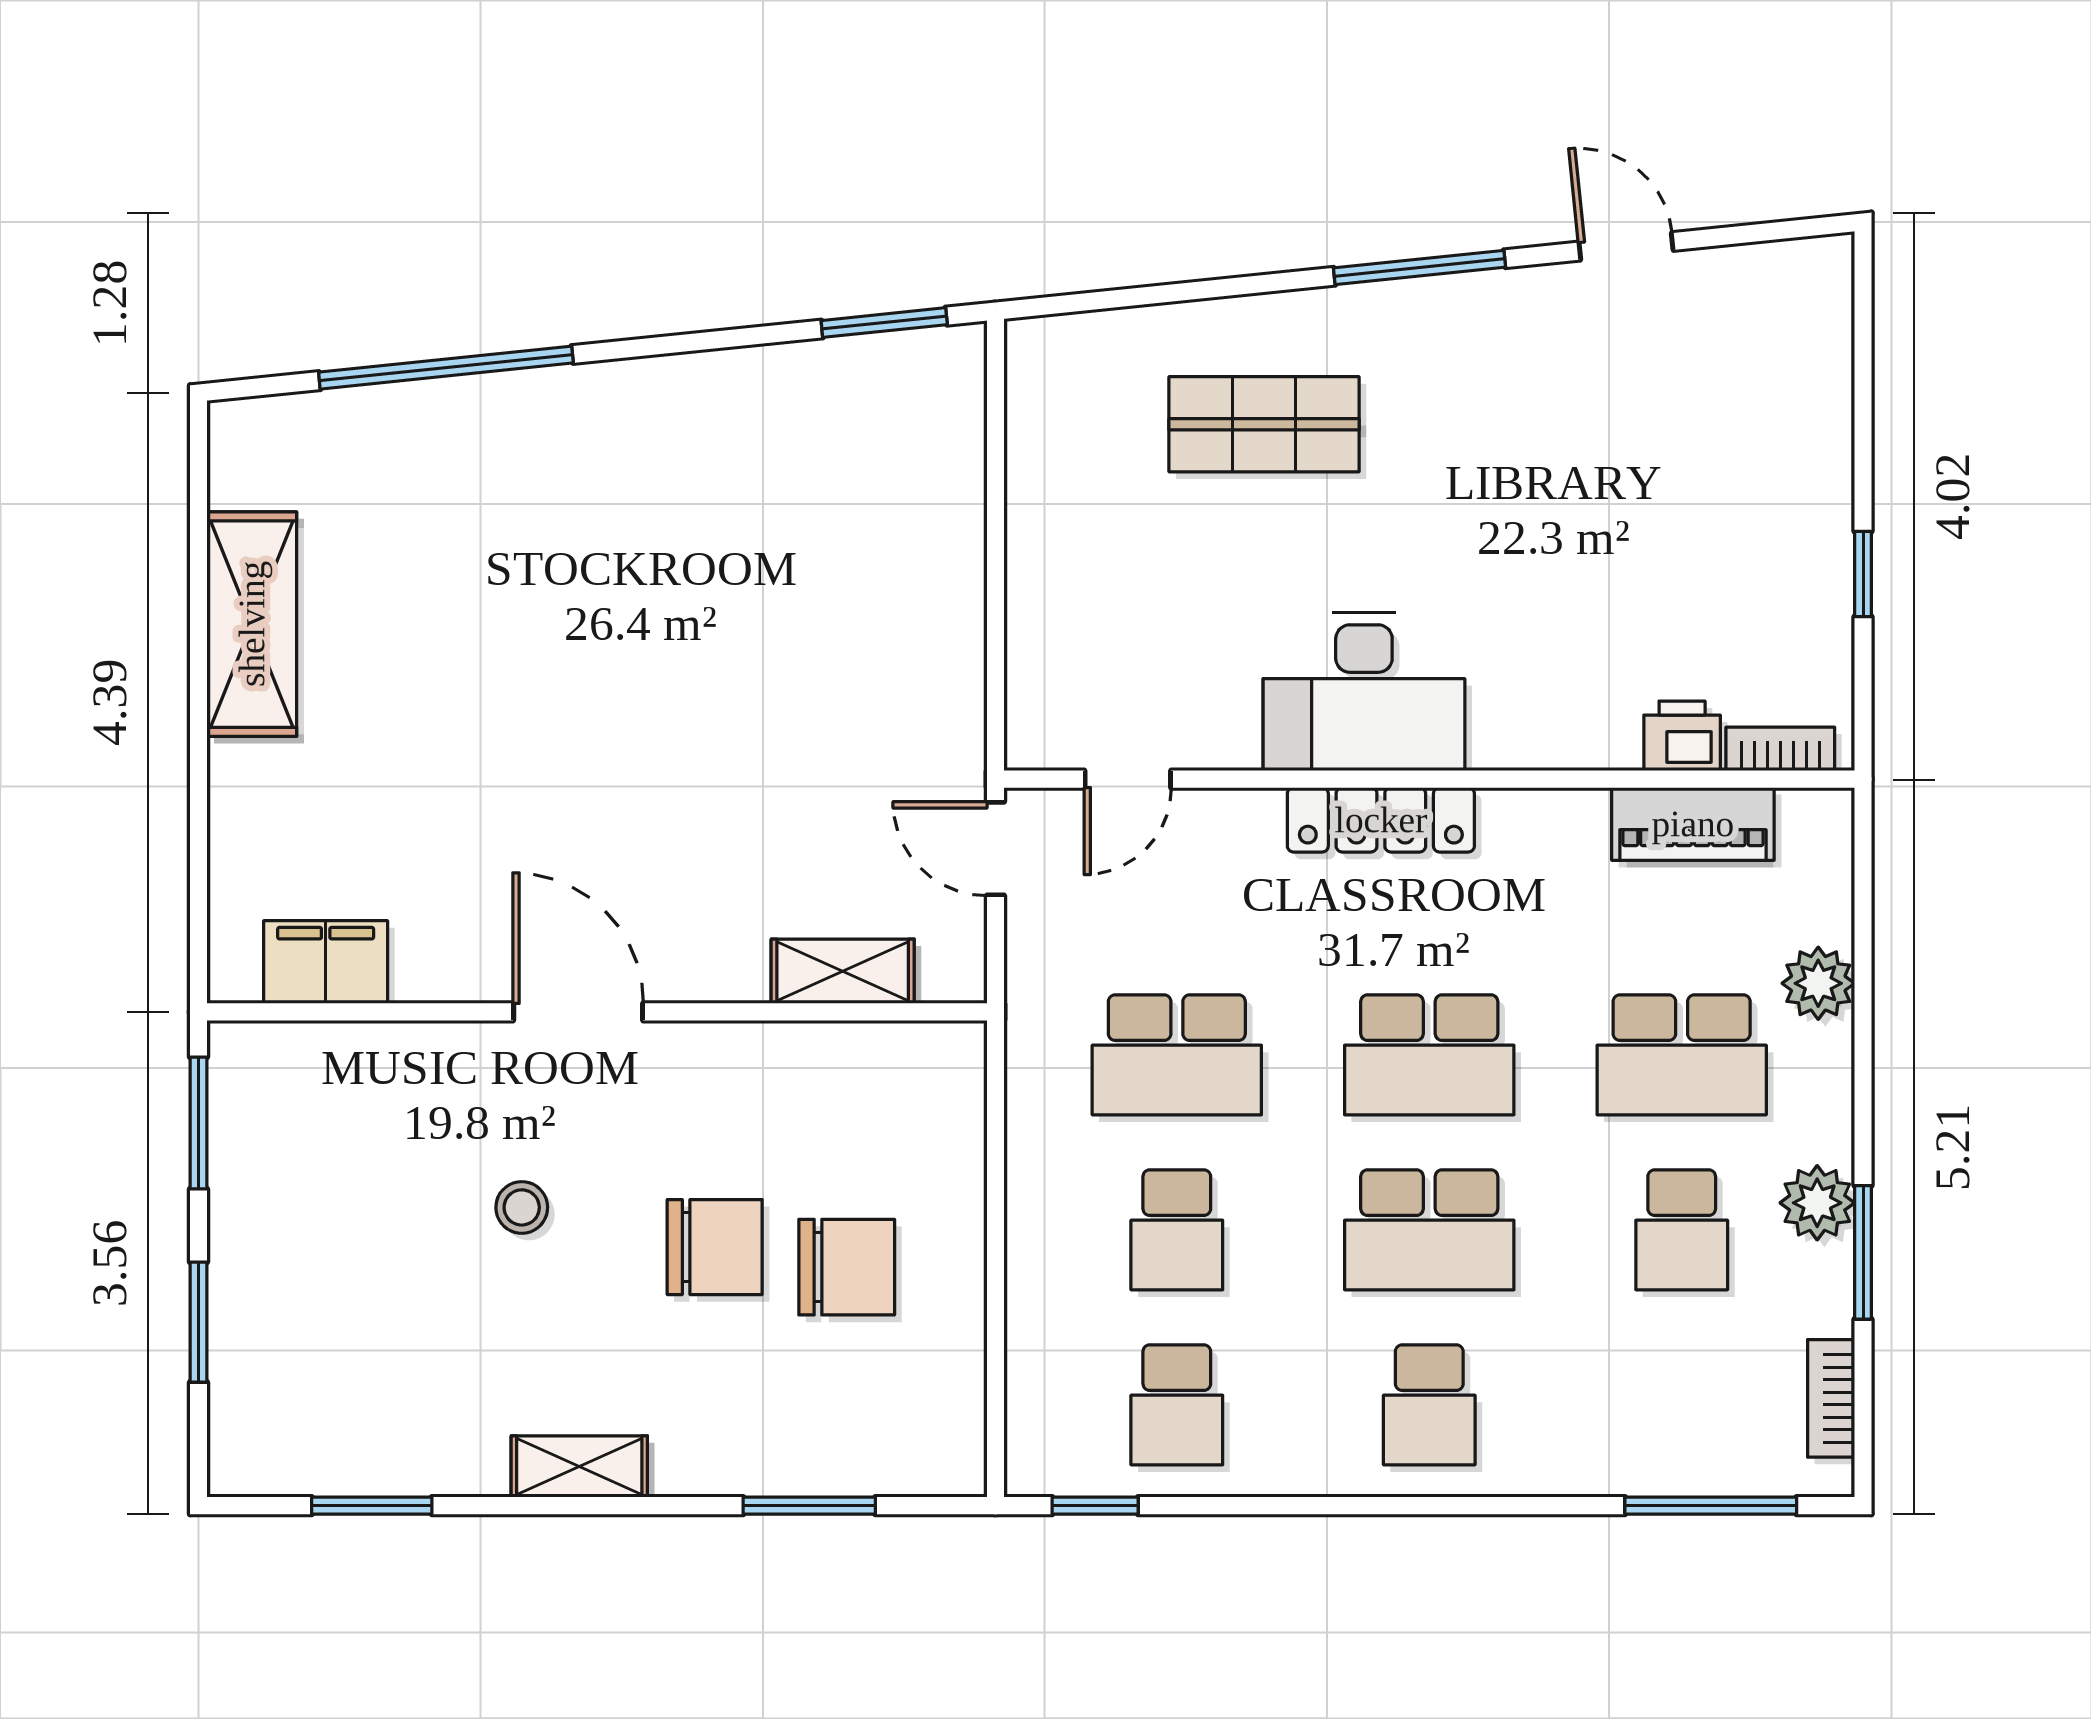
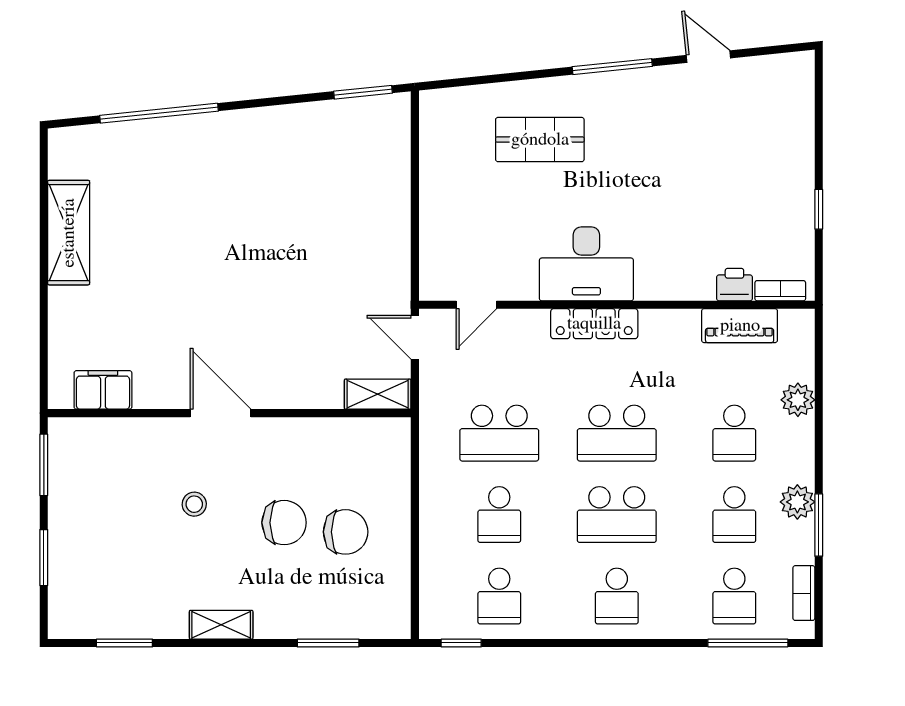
shelving: (843, 971) -> (378, 394), moved
school desk: (1682, 1055) -> (734, 433), width x0.54
school desk: (1682, 1405) -> (734, 596), added

